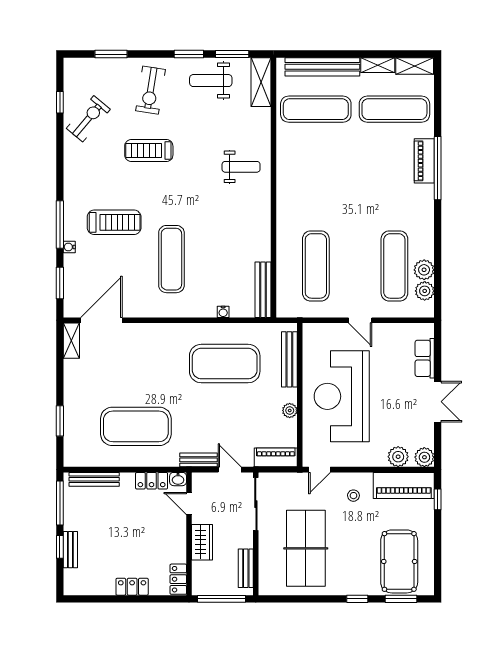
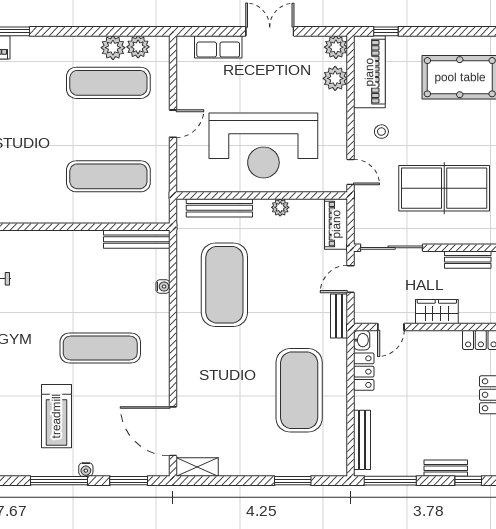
treadmill: (114, 222) -> (56, 416), turned 180
window: (60, 547) -> (468, 481), moved

